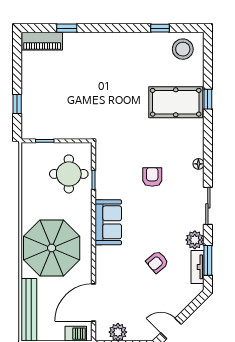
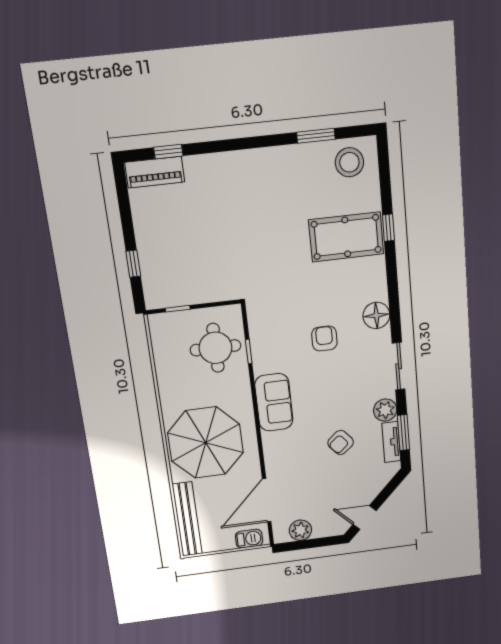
window: (67, 28) -> (168, 152), moved
window: (160, 28) -> (316, 136), width x1.50
floor lamp: (198, 164) -> (376, 315), width x1.89, depth x1.89

